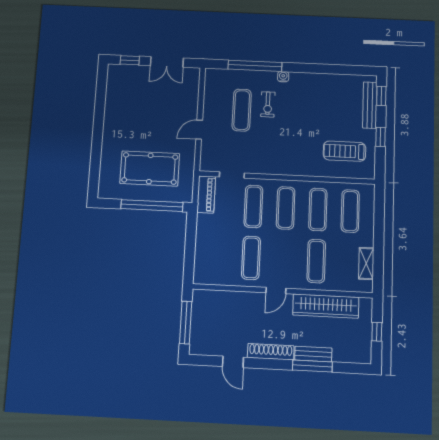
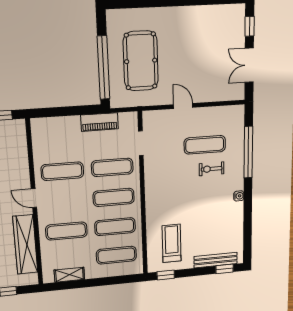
water cooler: (283, 77) -> (239, 196), moved
window: (381, 137) -> (166, 275), moved
piano: (206, 194) -> (100, 122), moved

